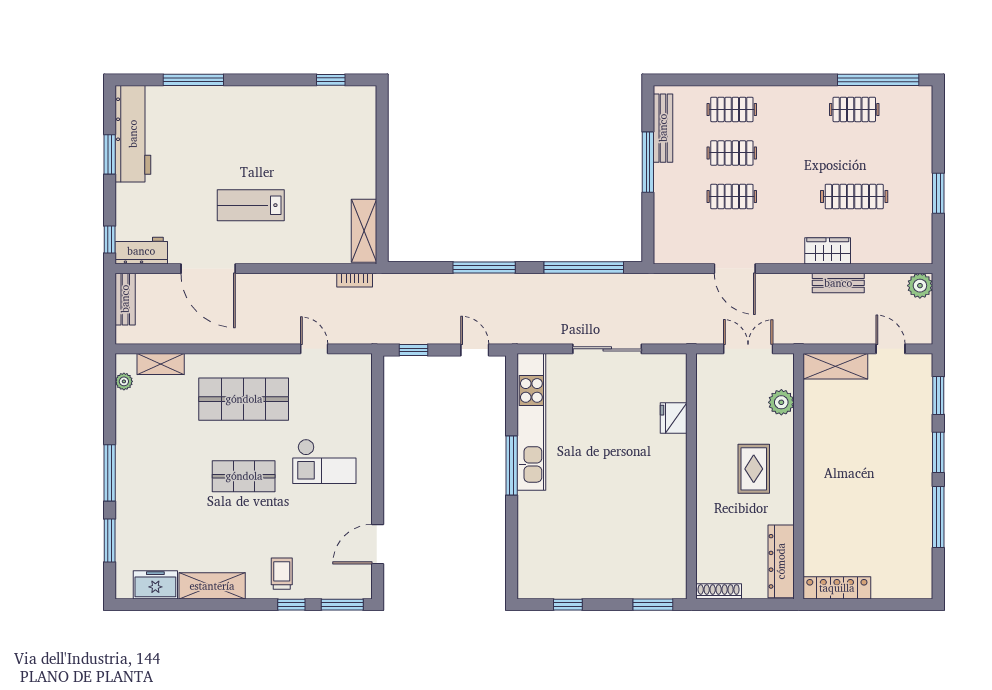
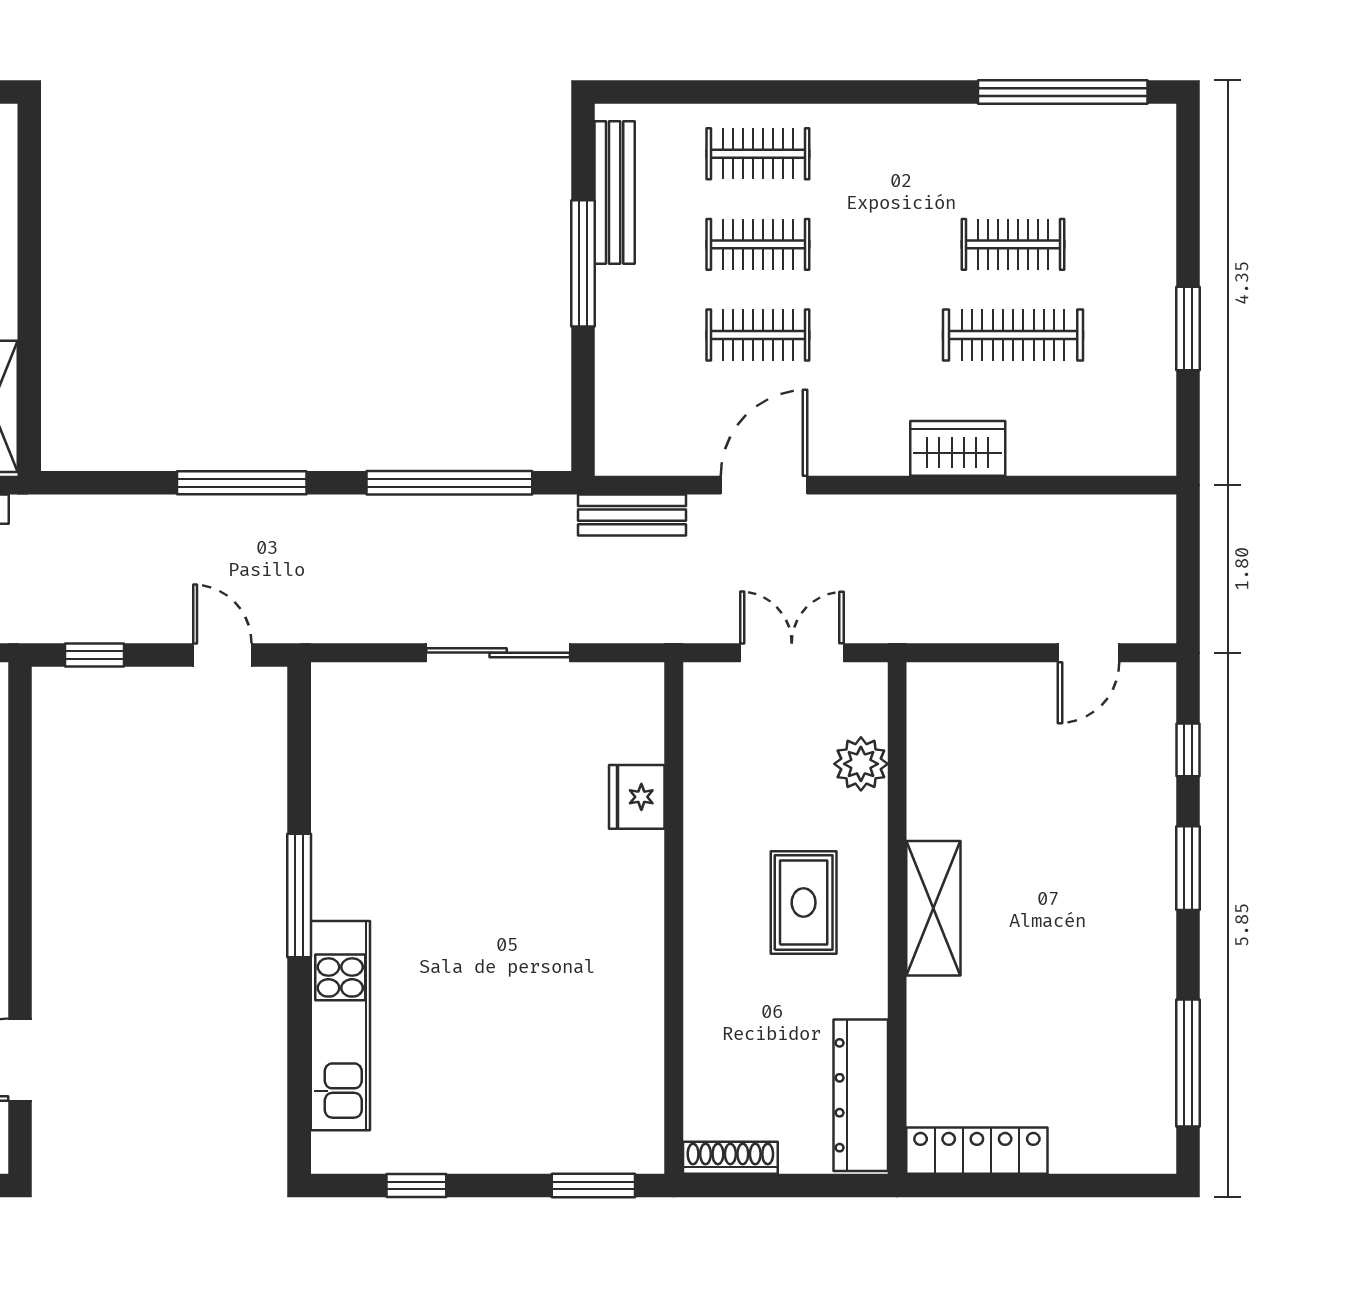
clothes rail: (854, 109) -> (1013, 244), moved
door: (735, 269) -> (764, 485), swing flipped
bench: (838, 283) -> (632, 515), moved
plant: (920, 286) -> (1150, 521), removed
door: (890, 349) -> (1089, 653), swing flipped
shelving: (835, 366) -> (933, 908), moved, turned 90
window: (938, 396) -> (1188, 750), width x0.67
kitchen unit: (531, 422) -> (340, 1026), moved, width x0.73
window: (938, 517) -> (1188, 1063), moved

